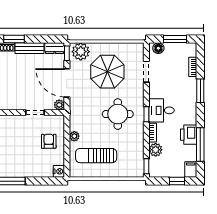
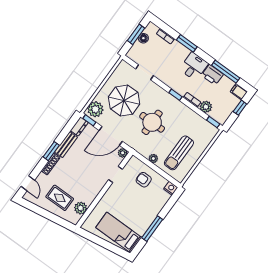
floor lamp: (158, 48) -> (143, 38), moved
desk: (161, 110) -> (194, 66), moved, turned 180
round table: (118, 114) -> (152, 122), moved

